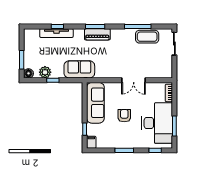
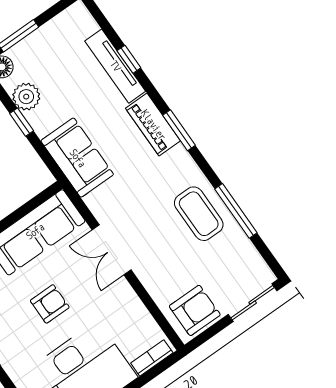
piano: (97, 34) -> (153, 125), moved
coffee table: (147, 37) -> (199, 214), moved
armchair: (163, 66) -> (195, 310), added
double door: (134, 80) -> (112, 250), moved

